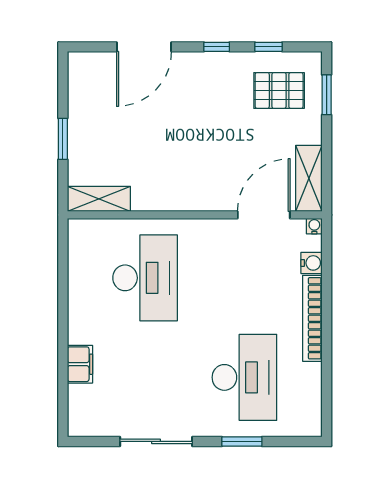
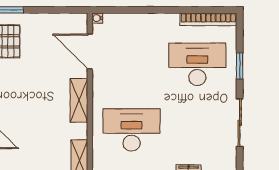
shelving: (309, 178) -> (79, 100), moved, turned 90
water cooler: (311, 263) -> (122, 20), removed
bookcase: (312, 318) -> (208, 19), moved

